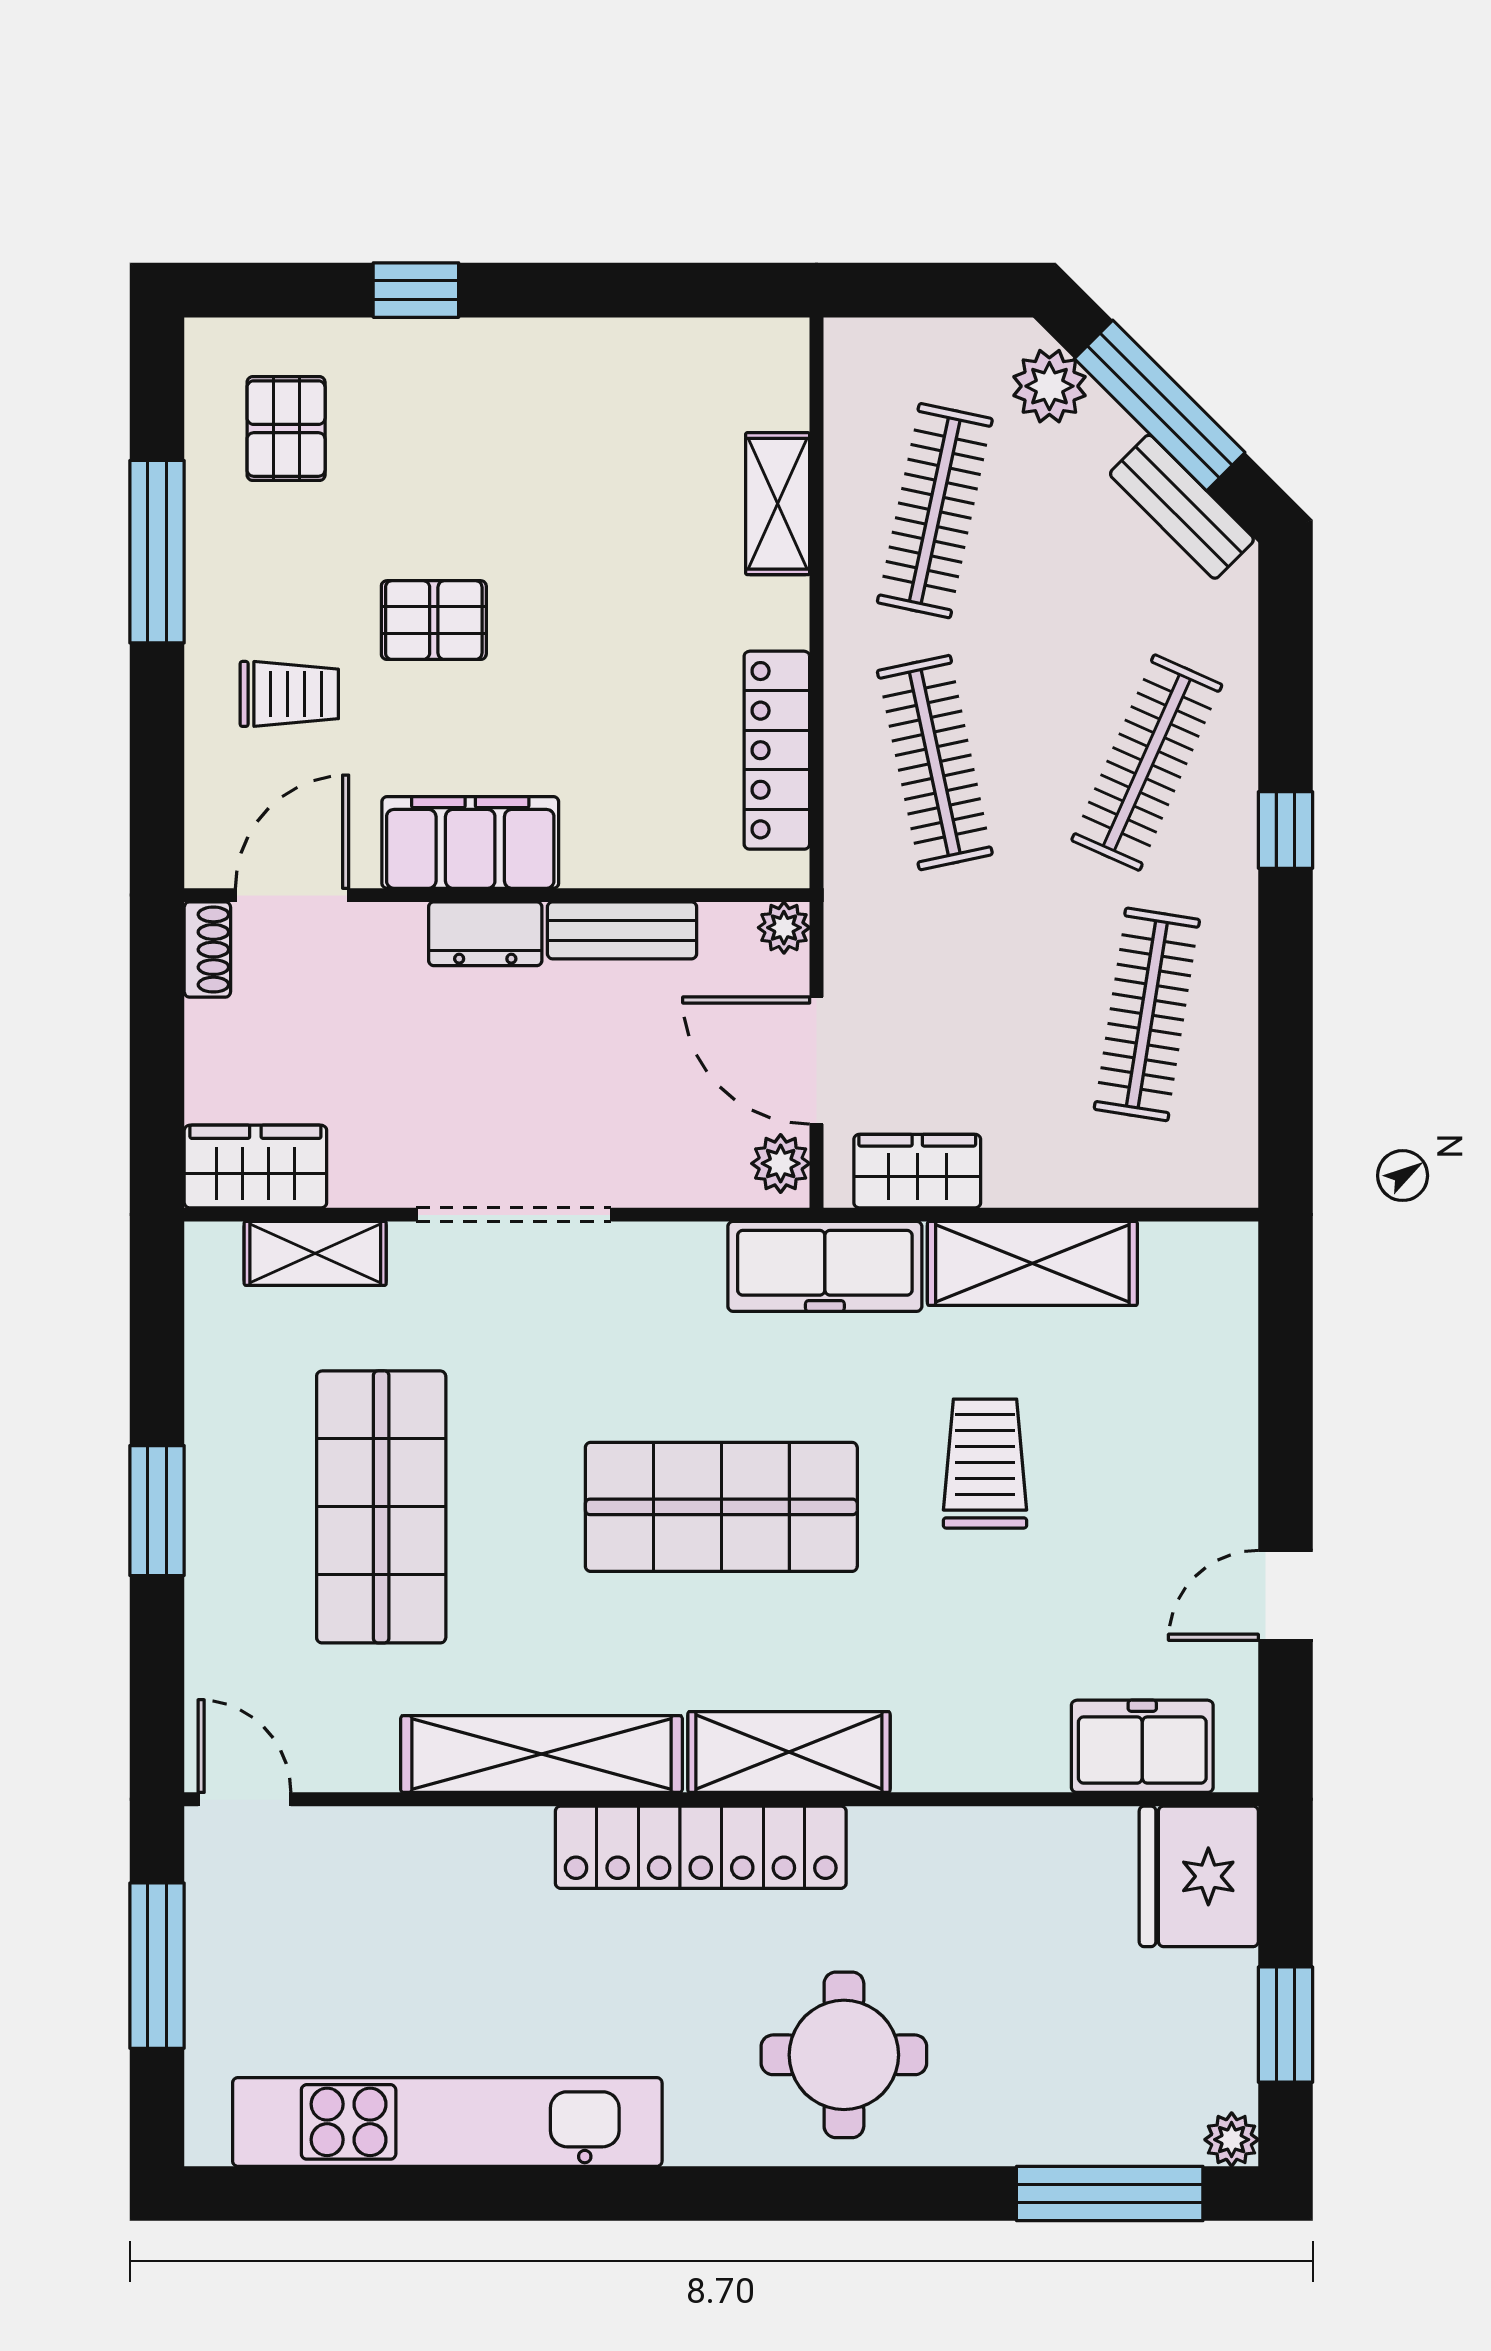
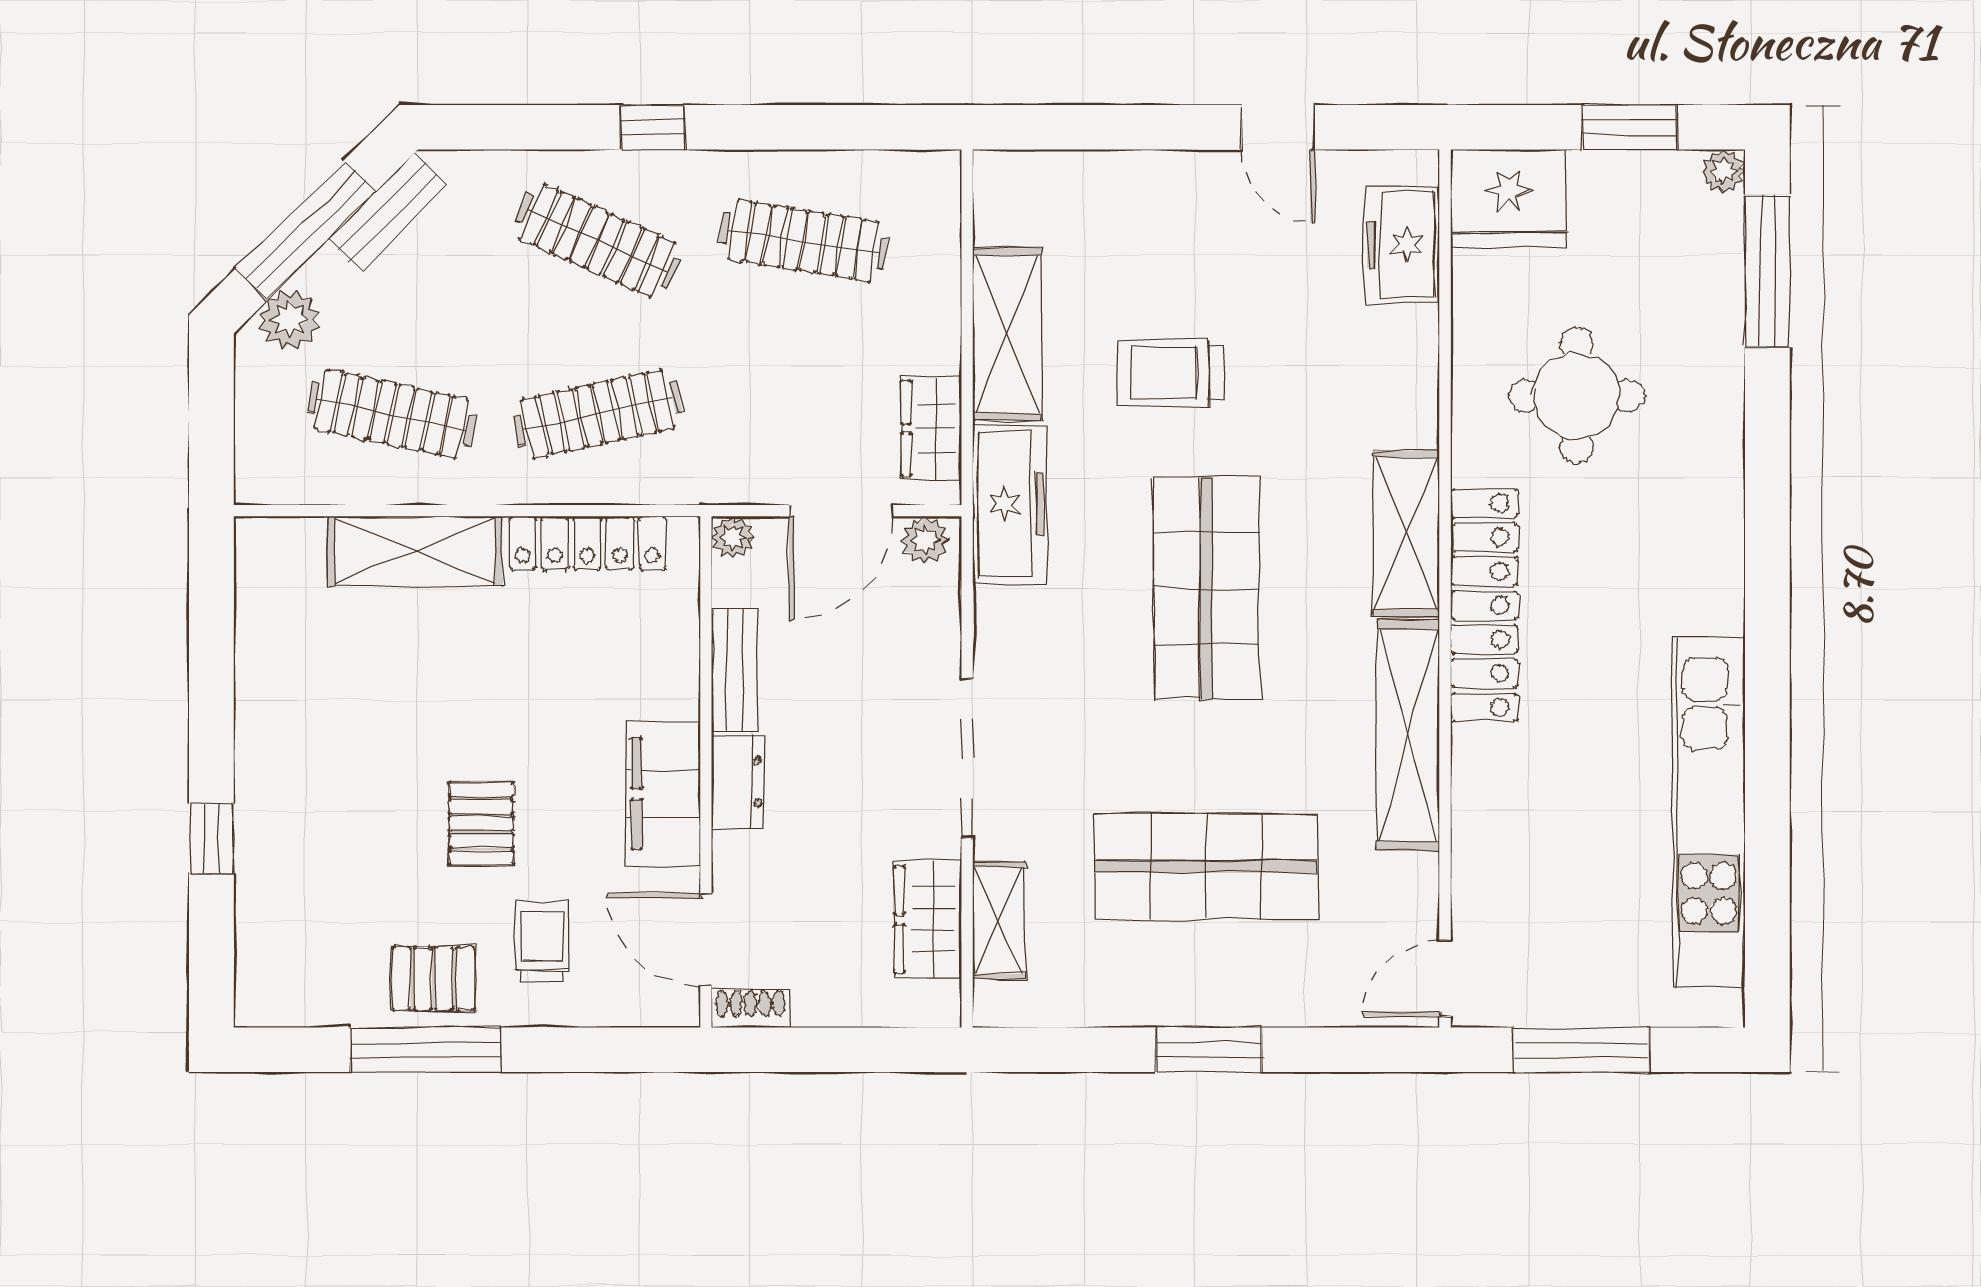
pallet: (286, 429) -> (433, 979), moved
shelving: (778, 504) -> (415, 551), width x1.50, depth x1.33
wardrobe: (255, 1167) -> (928, 919), moved
round table: (844, 2055) -> (1577, 396), moved

